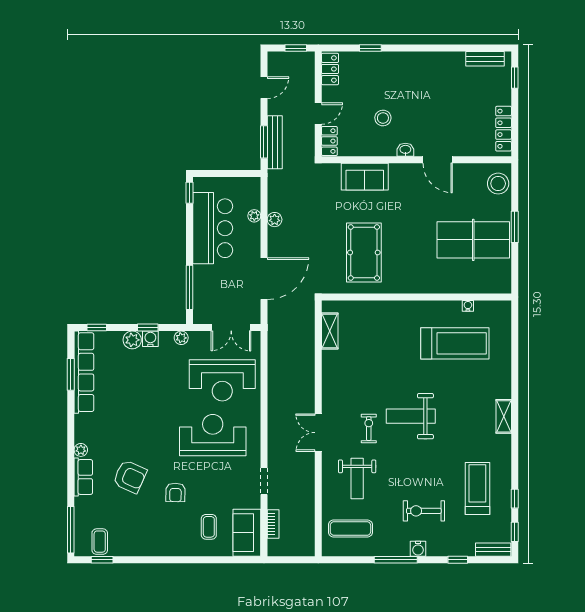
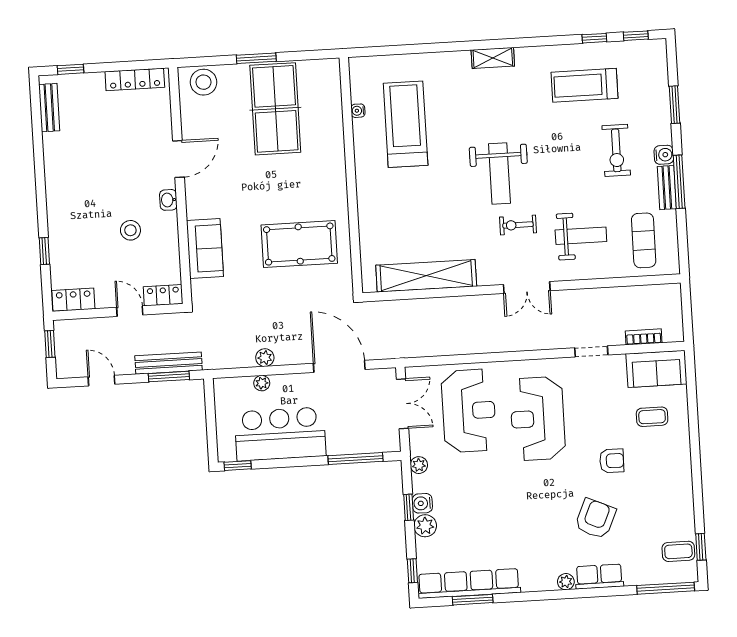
shelving: (330, 331) -> (426, 276), width x2.20, depth x1.33
bench: (493, 550) -> (667, 188), moved
window: (458, 560) -> (674, 105), width x1.50

